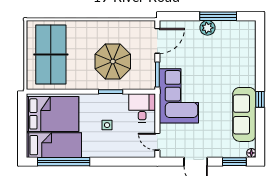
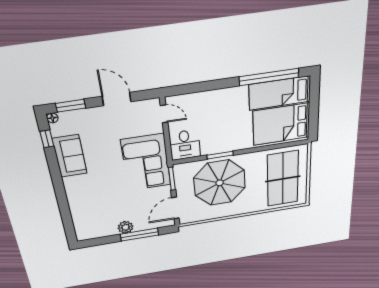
window: (218, 16) -> (140, 235), moved
parasol: (113, 61) -> (220, 183), width x1.36, depth x1.36
window: (260, 99) -> (47, 139), moved
sofa: (244, 114) -> (70, 156), width x0.73
side table: (107, 125) -> (222, 122), removed

